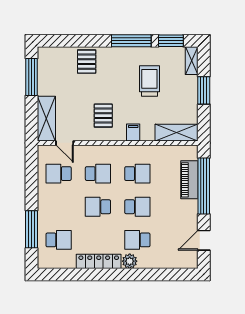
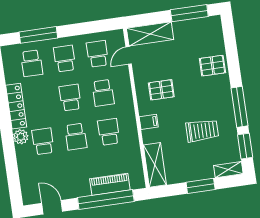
school desk: (137, 174) -> (109, 132), turned 180
school desk: (59, 207) -> (65, 59), added

